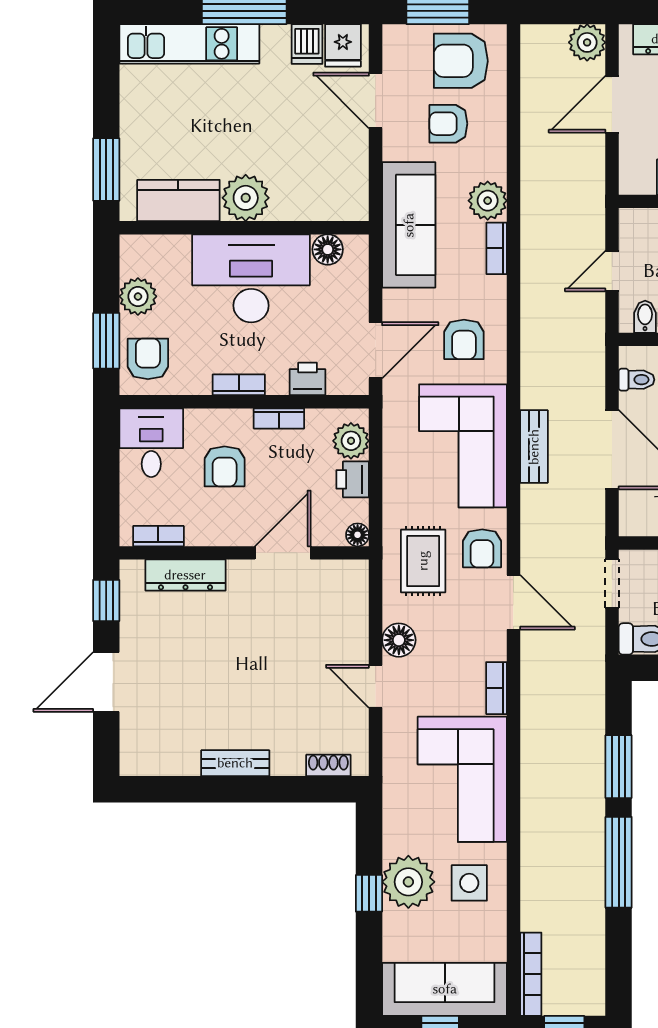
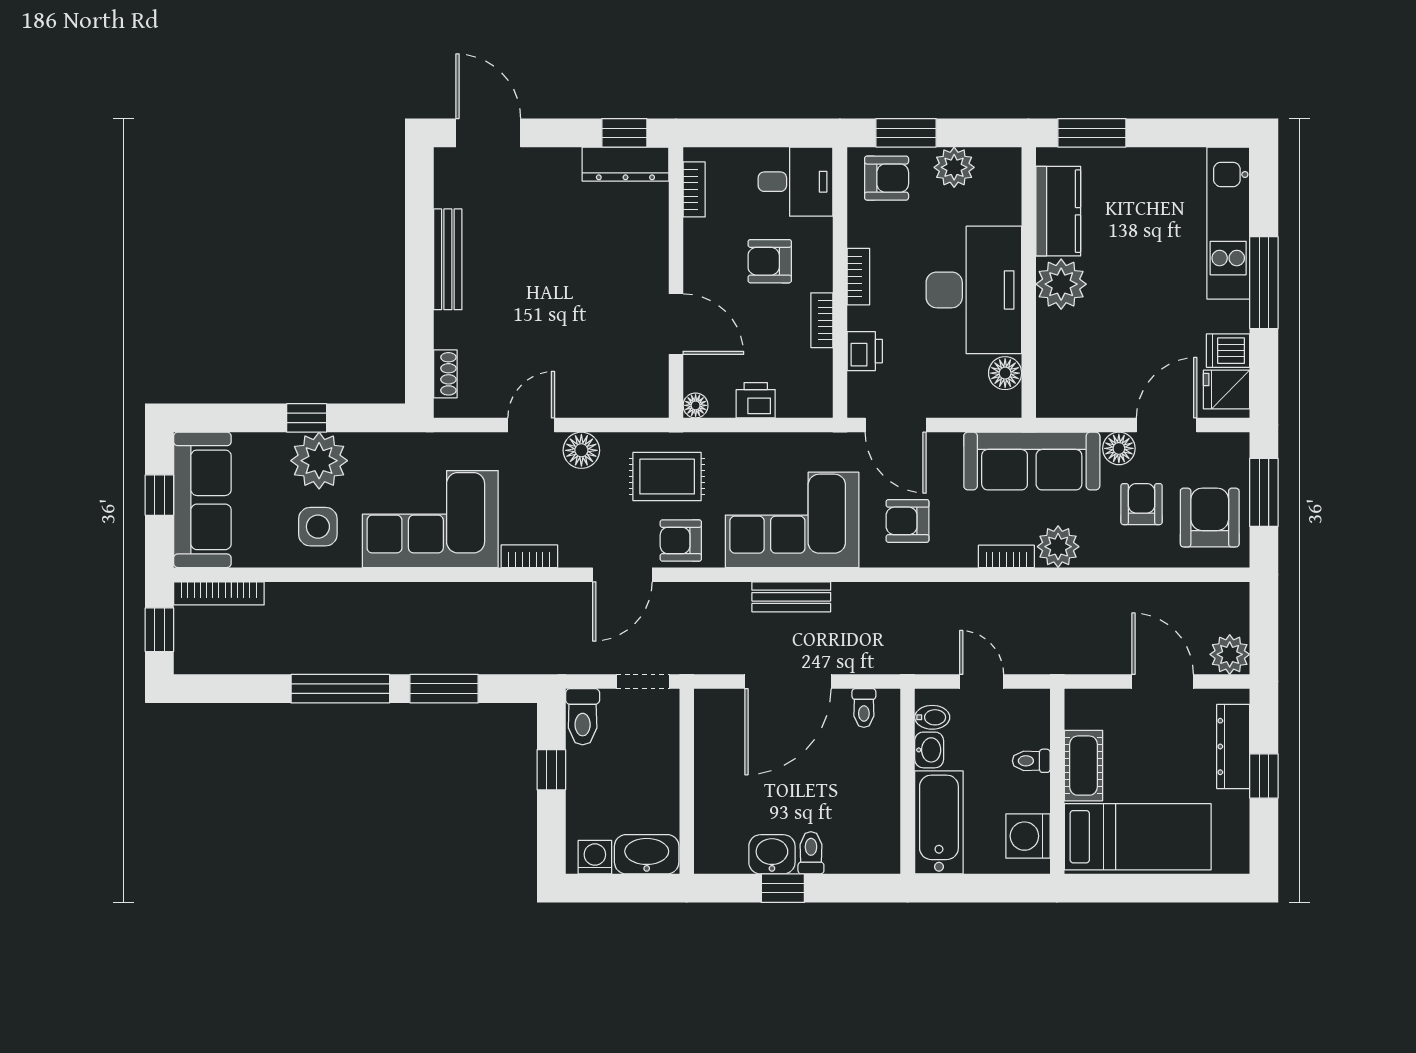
floor lamp: (397, 145) -> (1119, 448), added
plant: (351, 441) -> (798, 398), removed
dresser: (185, 575) -> (625, 164), moved, turned -90
door: (106, 682) -> (488, 133), moved
bench: (235, 763) -> (448, 259), width x1.36

